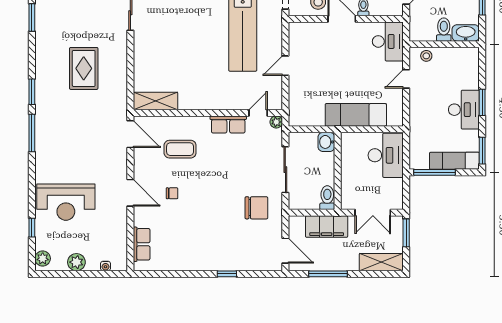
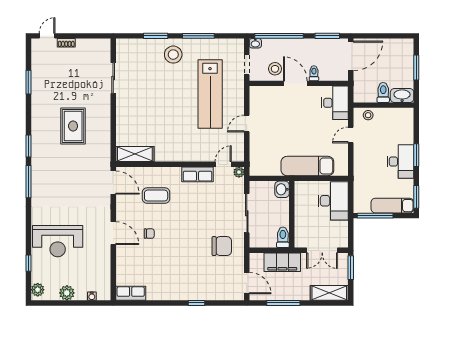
row of seats: (142, 244) -> (131, 293), moved, turned -90

